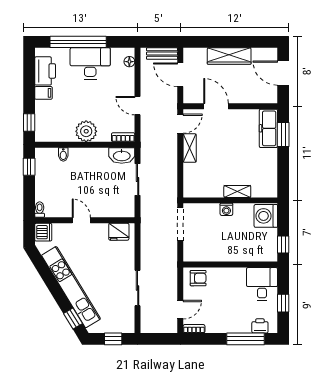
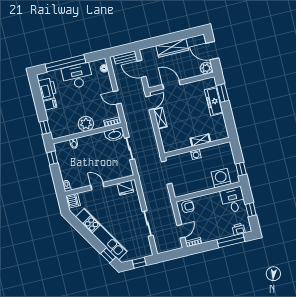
plant: (269, 95) -> (206, 68), added
freezer: (268, 128) -> (214, 101), moved
washing machine: (266, 216) -> (221, 178), moved, turned 90

